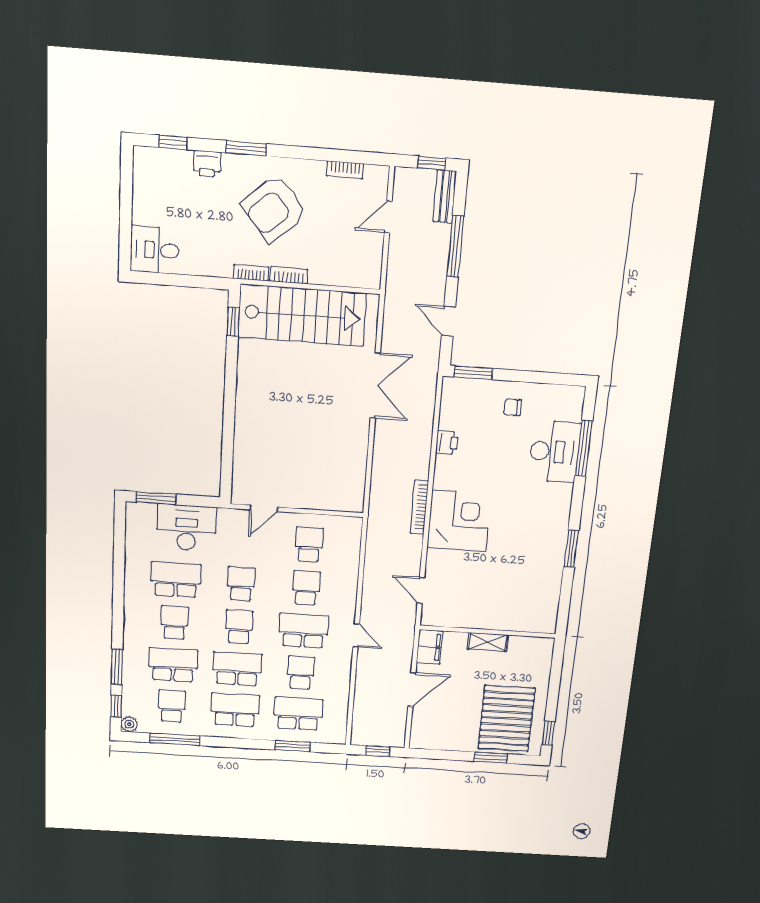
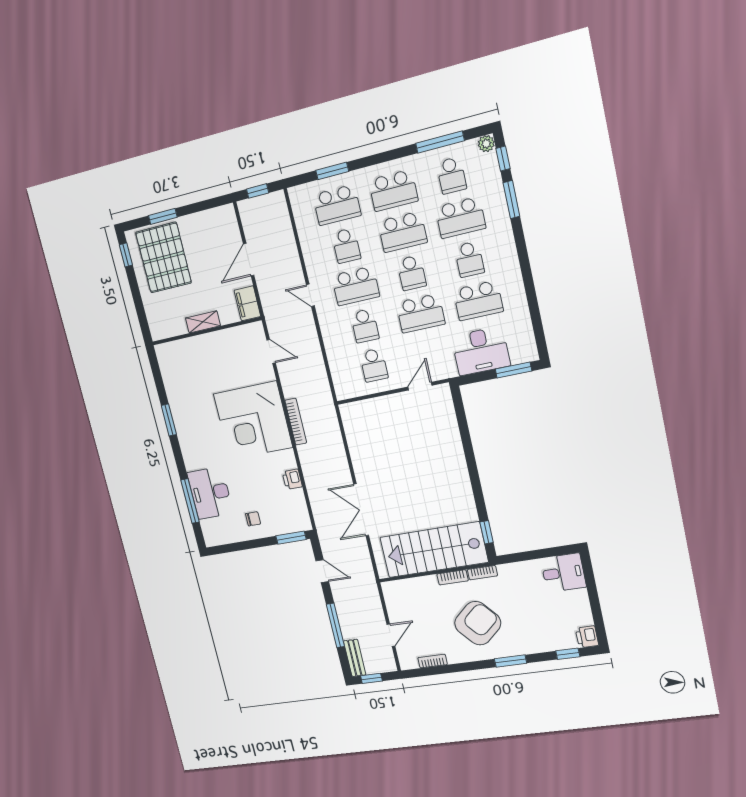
printer: (207, 164) -> (587, 637), moved, turned -90
corner desk: (459, 521) -> (253, 421), width x1.36, depth x1.36
school desk: (241, 584) -> (421, 313), width x1.85

